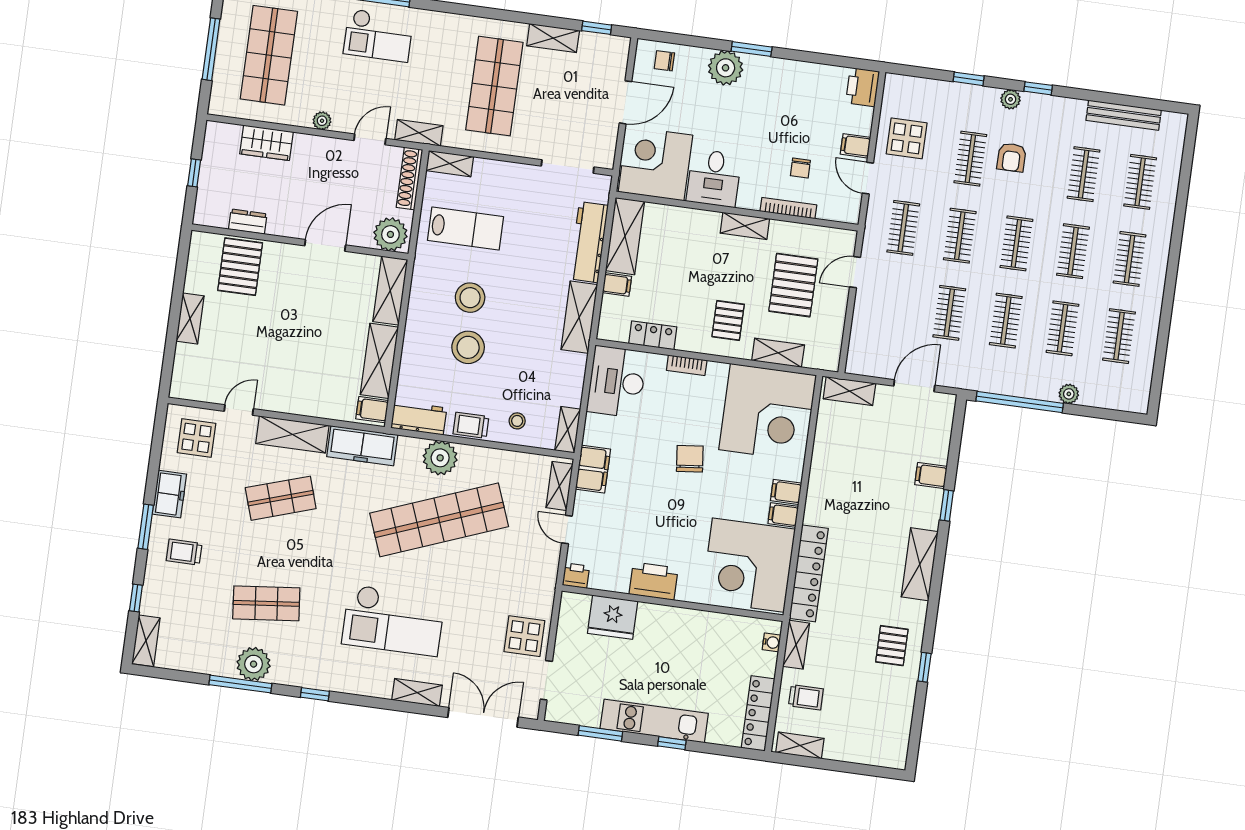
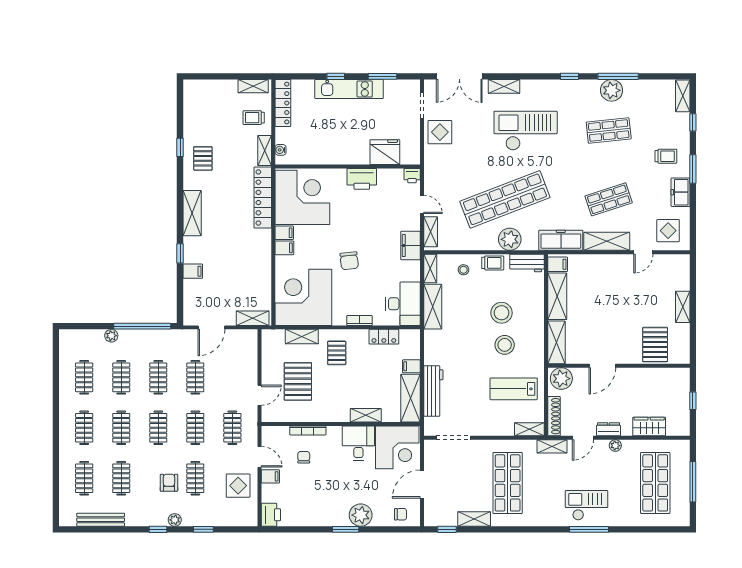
dresser: (248, 222) -> (609, 429), moved, turned 180
shelving: (745, 226) -> (366, 415), moved
shelving: (579, 317) -> (433, 307), moved

